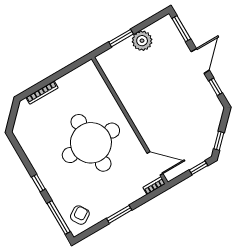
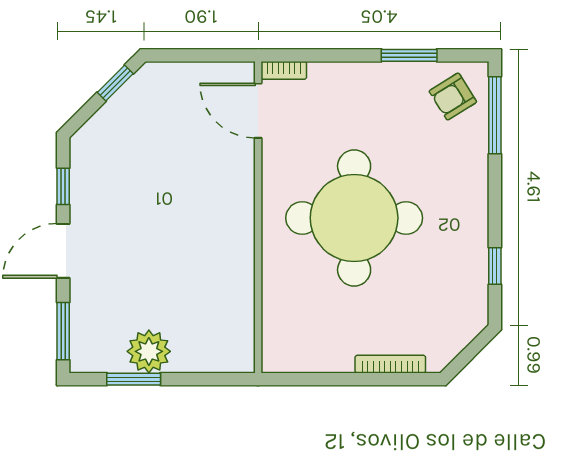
window: (121, 38) -> (134, 379), moved
window: (199, 168) -> (182, 55), removed
window: (38, 183) -> (495, 266), moved
window: (119, 214) -> (409, 55), moved

